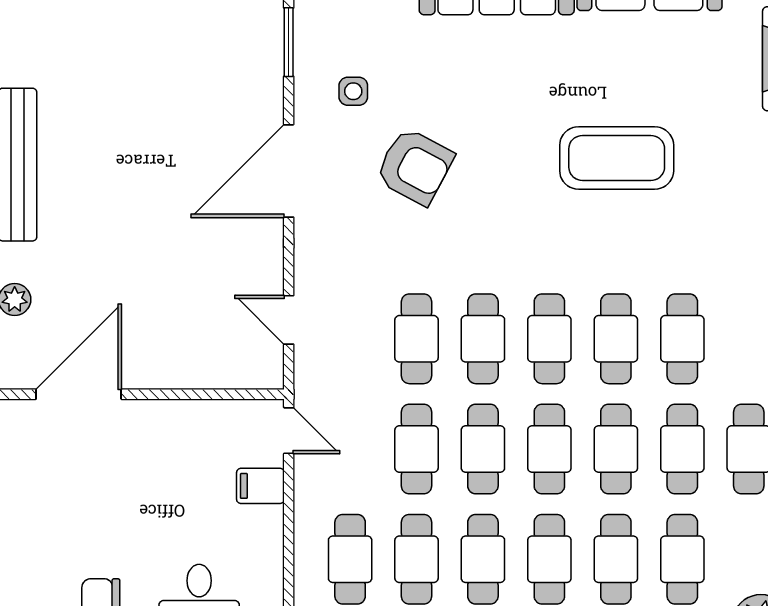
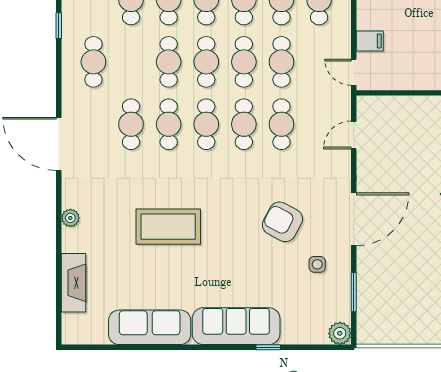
door: (289, 320) -> (354, 135), swing flipped
cafe table: (682, 449) -> (131, 62), removed

